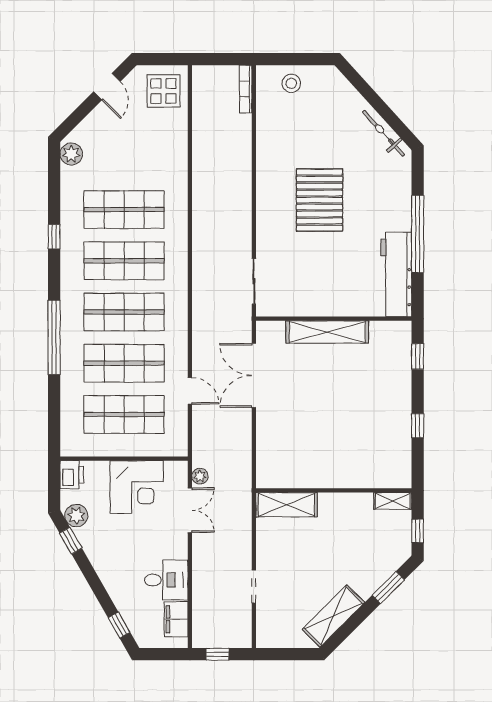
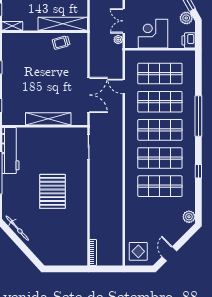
stool: (291, 83) -> (68, 256), removed
trolley: (304, 471) -> (61, 43), added
shelving: (286, 505) -> (63, 24), width x1.47

